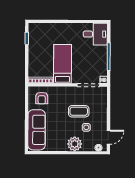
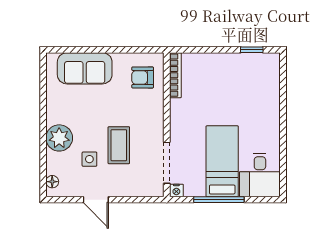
bed: (63, 64) -> (222, 161), moved, turned -90
sofa: (37, 130) -> (85, 68), width x0.73
door: (108, 137) -> (96, 200), moved

